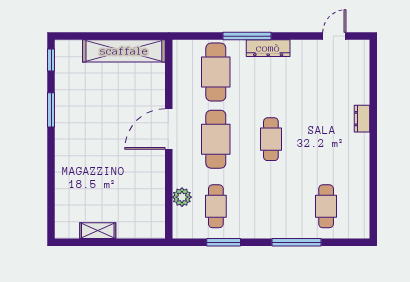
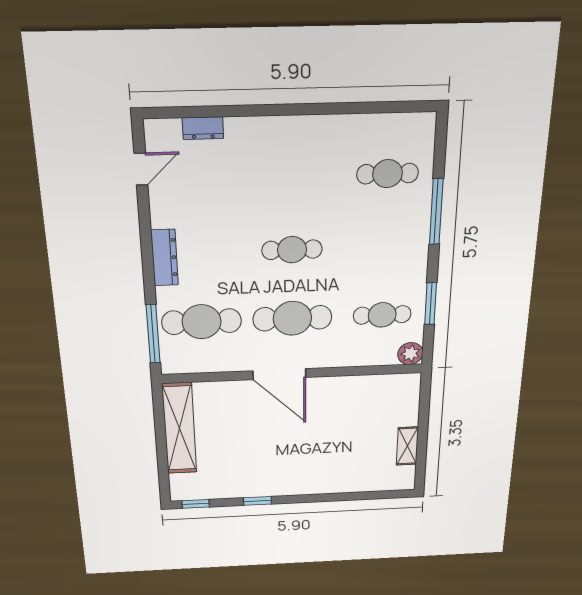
window: (247, 36) -> (153, 334), moved
door: (334, 36) -> (141, 169), swing flipped
window: (51, 110) -> (257, 501), width x0.67
dresser: (362, 119) -> (203, 128), moved
plant: (182, 197) -> (410, 354), moved

